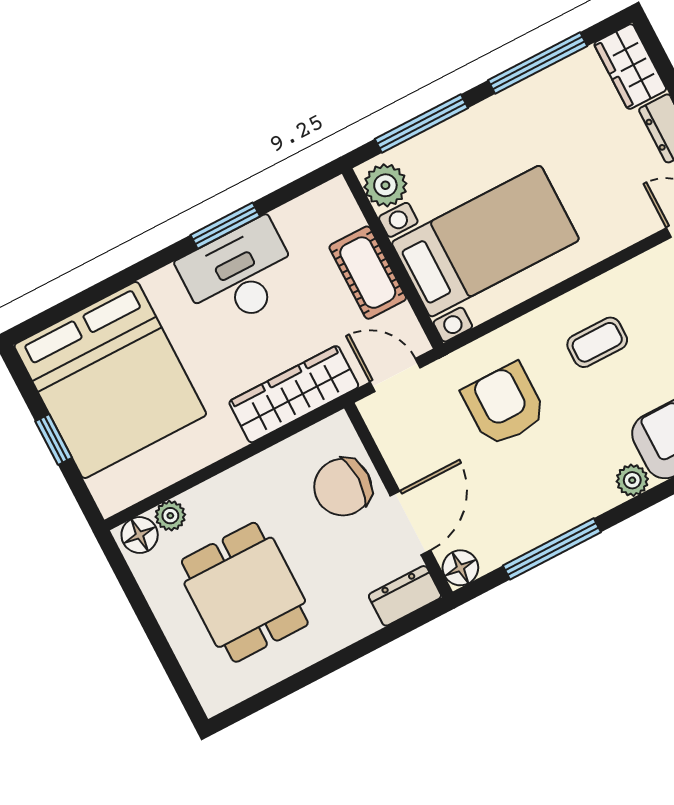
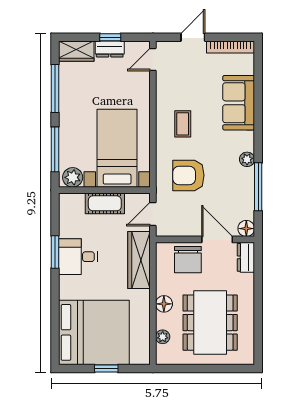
desk: (239, 274) -> (78, 257), width x0.73
plant: (632, 480) -> (247, 159), moved
floor lamp: (140, 535) -> (164, 304), moved
dining table: (245, 592) -> (210, 323), width x1.38

